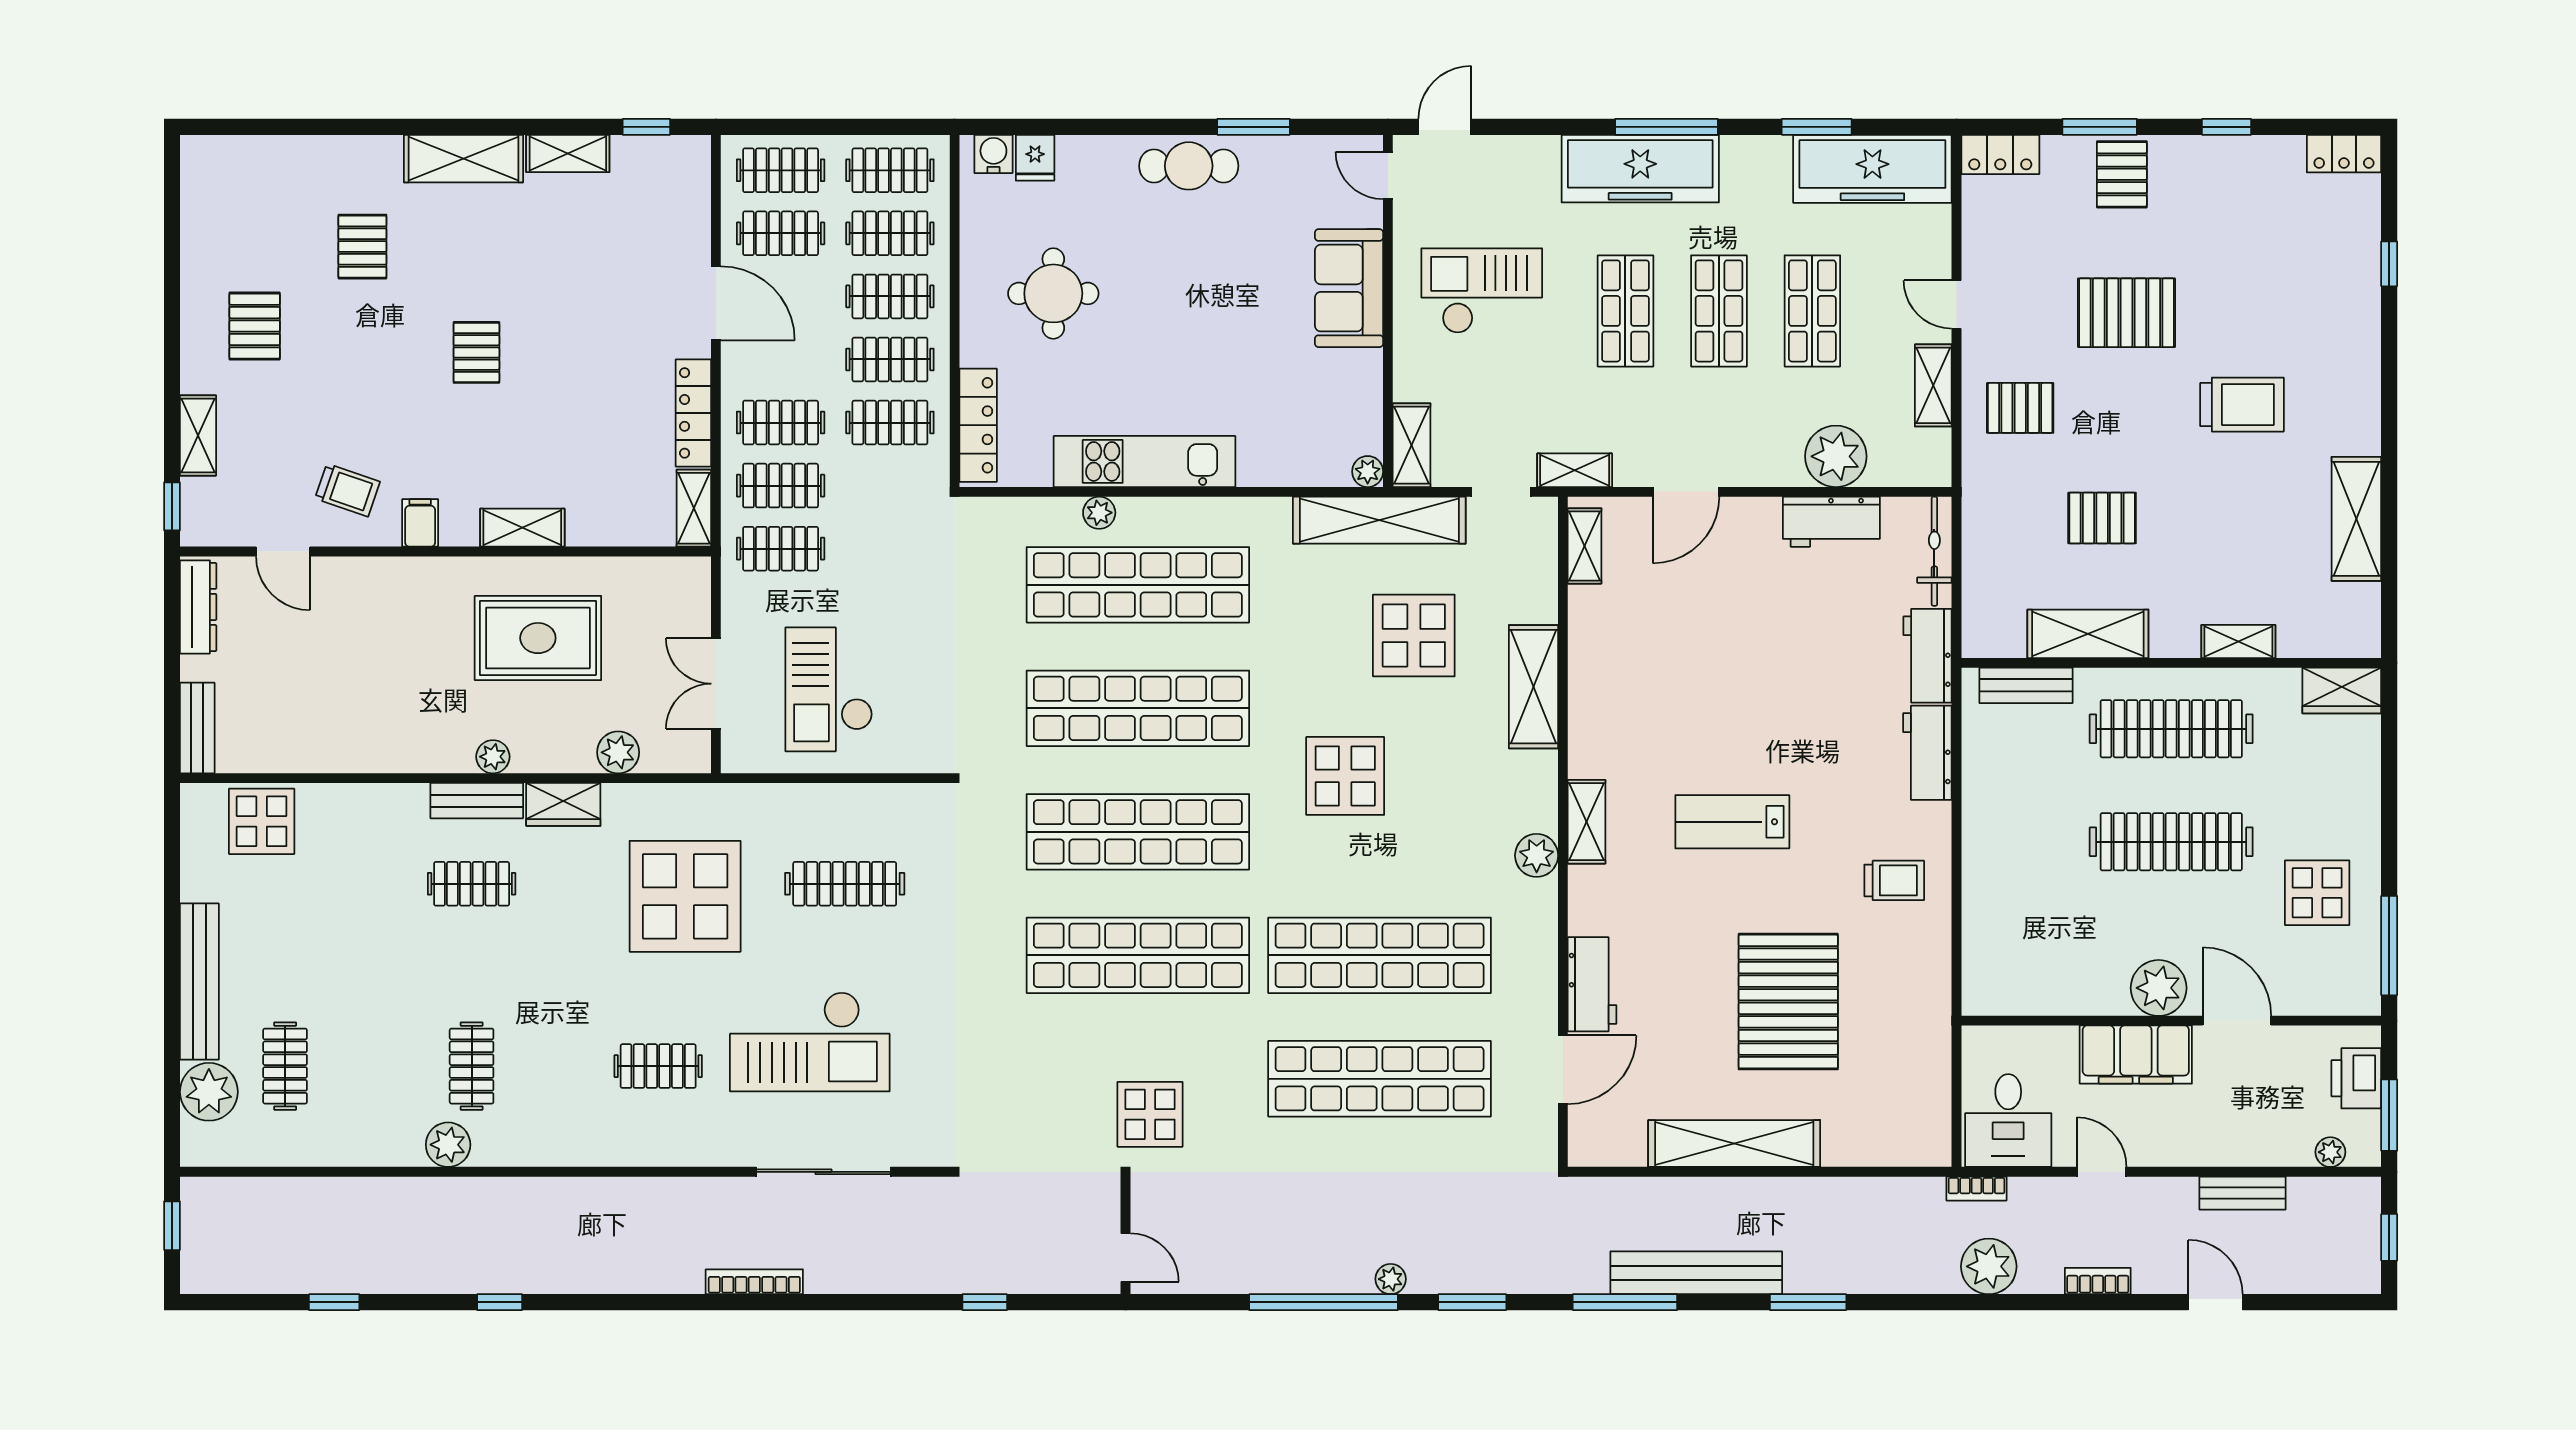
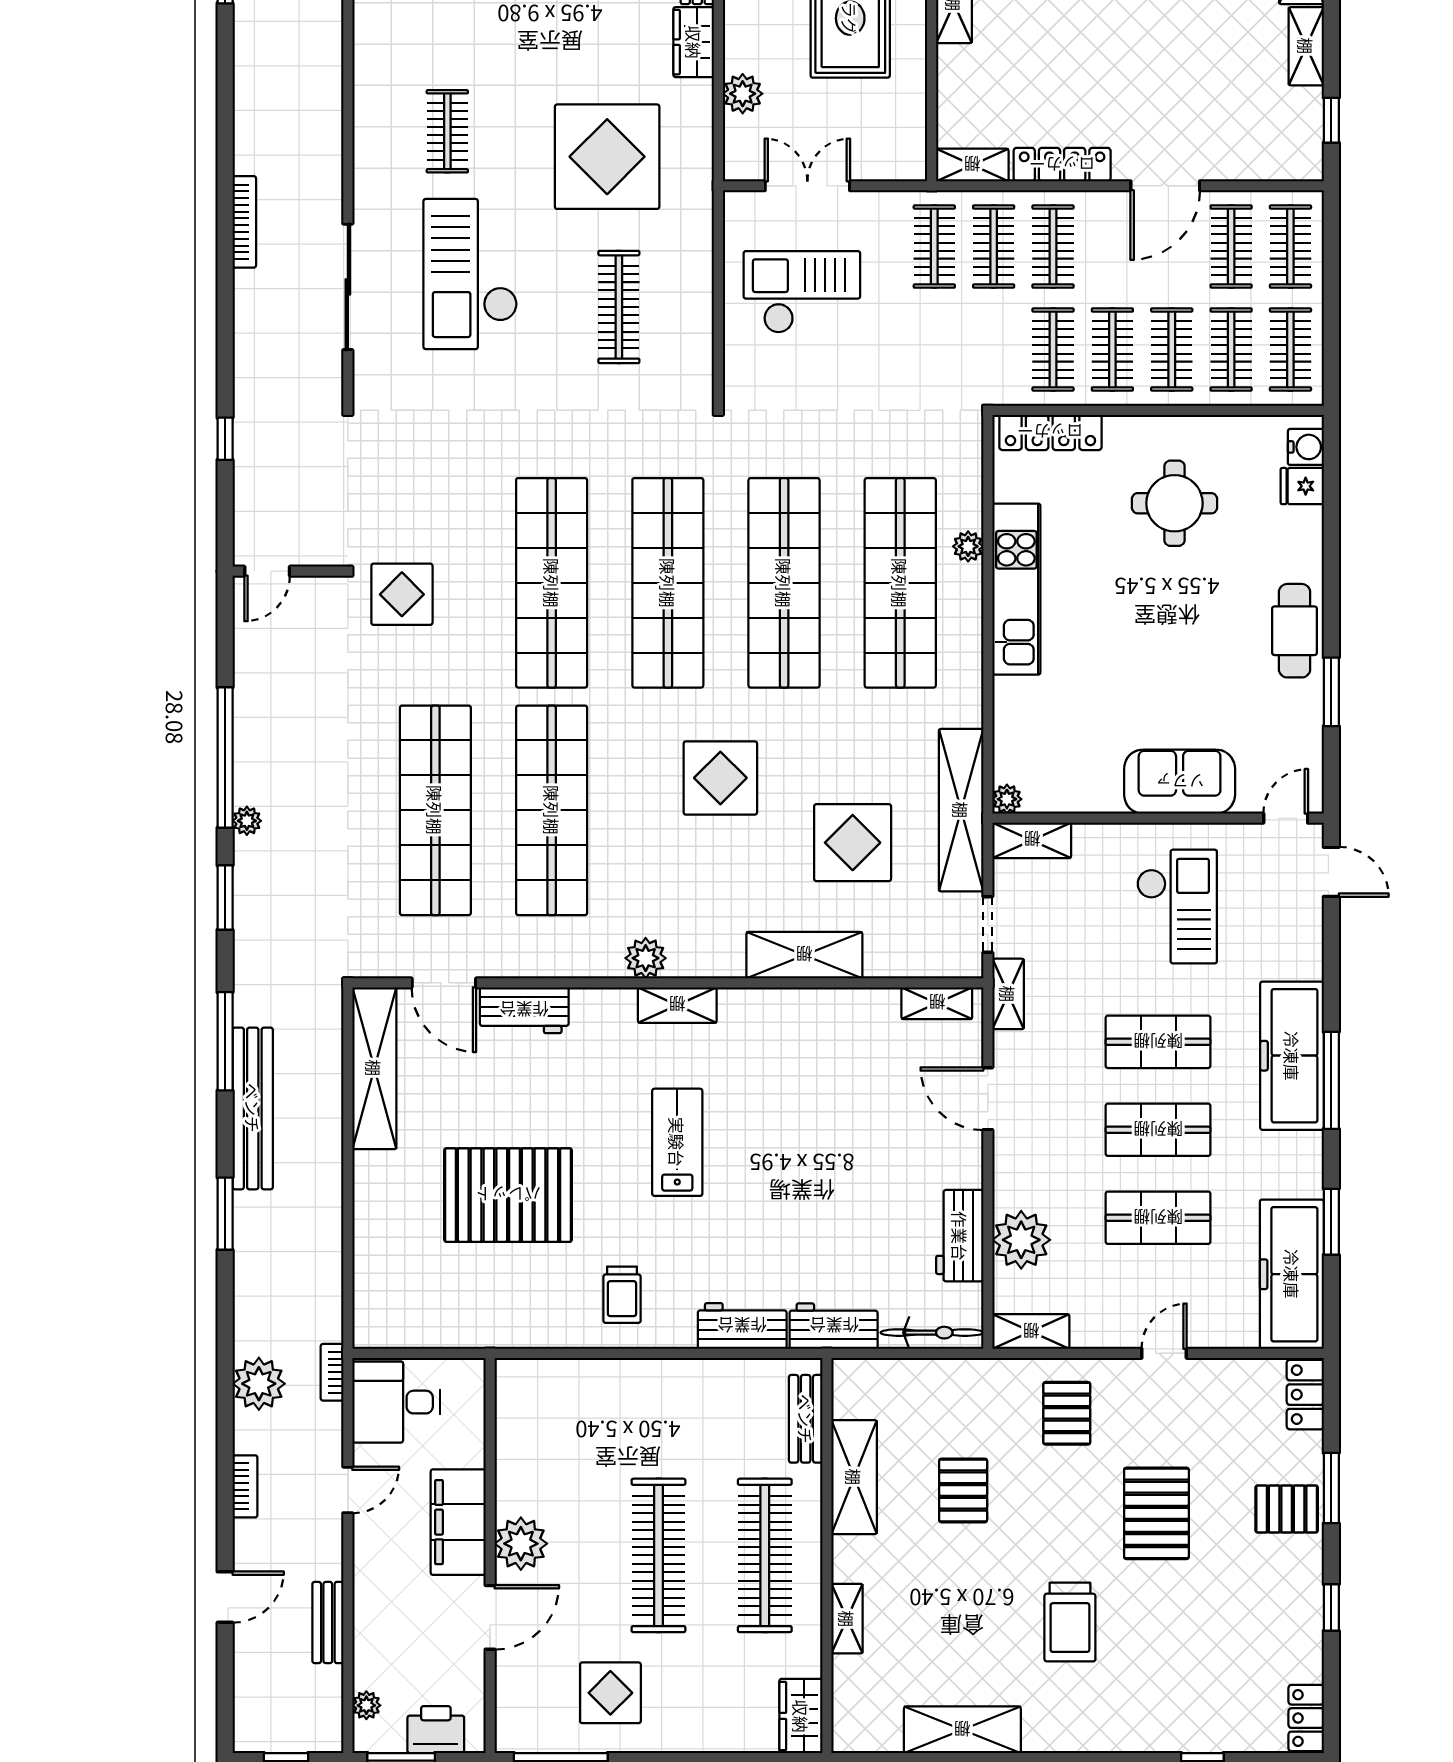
shelving: (1933, 385) -> (1031, 1332), moved
shelving: (1734, 1144) -> (374, 1068), moved

